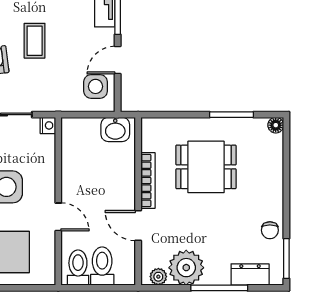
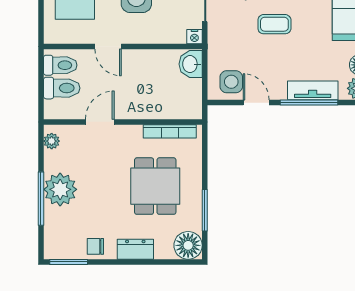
floor lamp: (276, 125) -> (188, 245), width x1.89, depth x1.89
washbasin: (115, 129) -> (191, 64), moved
bookcase: (148, 180) -> (170, 131), moved
door: (58, 217) -> (108, 47), hinge flipped
plant: (186, 268) -> (60, 189), moved
dresser: (250, 274) -> (135, 249), moved, turned -90

